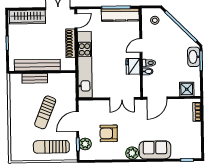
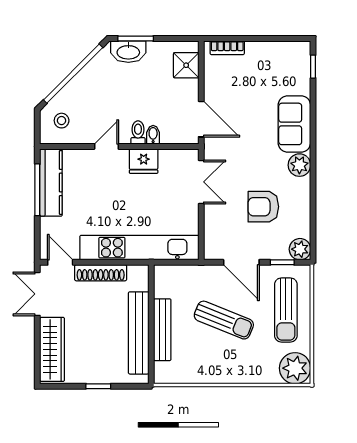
door: (141, 46) -> (106, 146), swing flipped
bench: (35, 78) -> (162, 330), width x1.36
armchair: (109, 133) -> (263, 207), turned 90
plant: (85, 144) -> (300, 249), moved
plant: (19, 152) -> (295, 368), added

